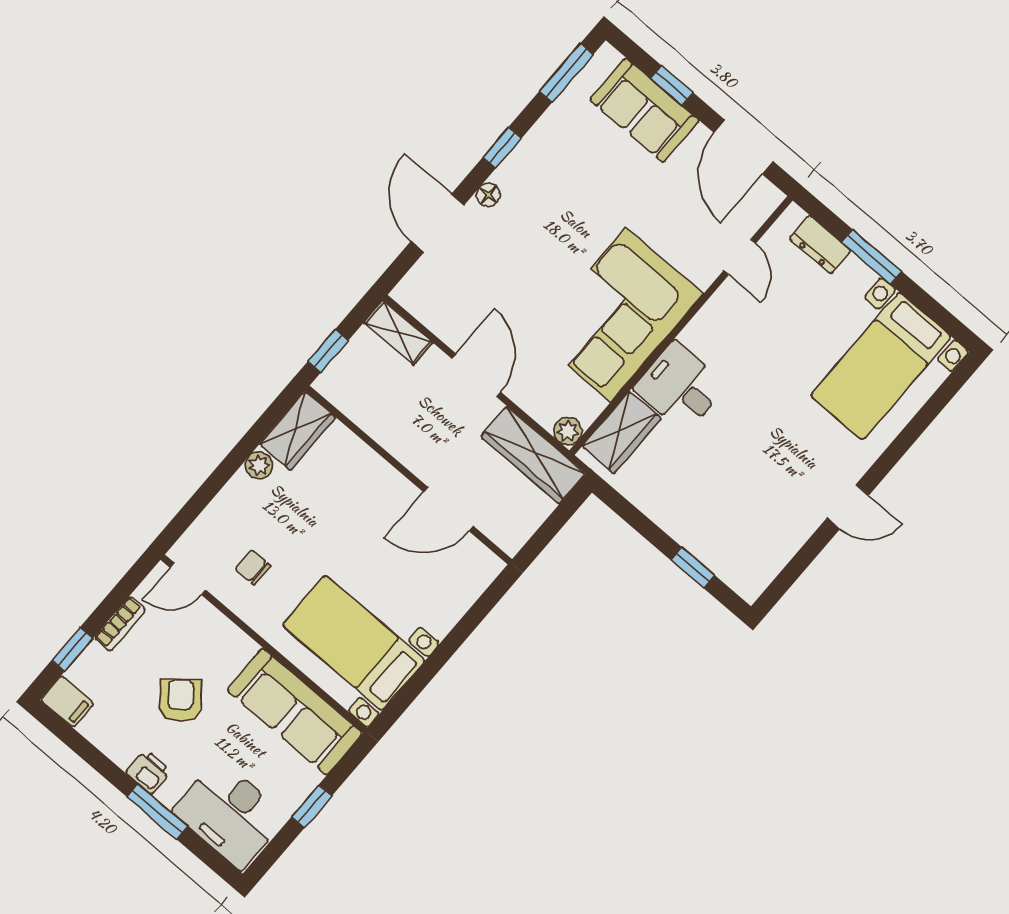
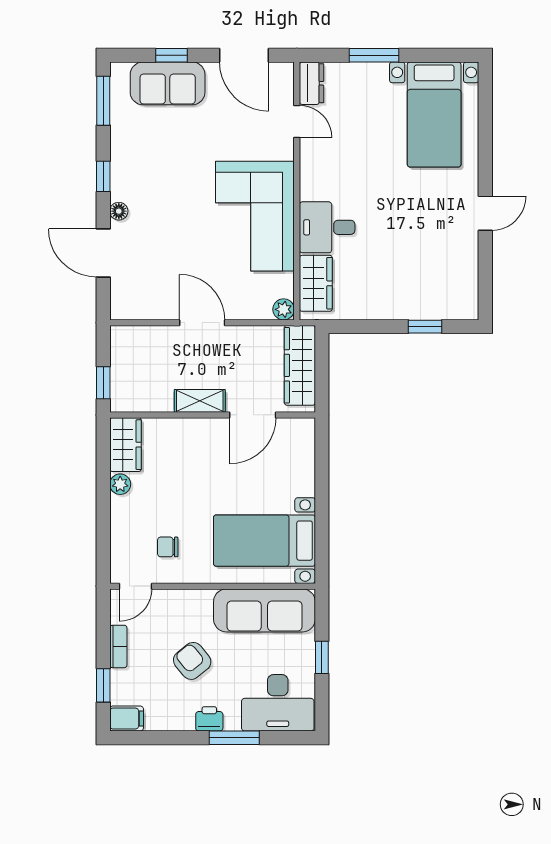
dresser: (820, 244) -> (312, 83), moved, turned -90
shelving: (398, 333) -> (200, 401), moved
wardrobe: (533, 455) -> (300, 365), moved, turned 90

